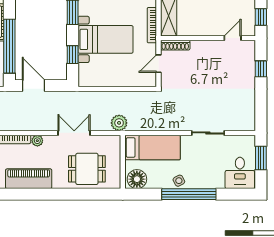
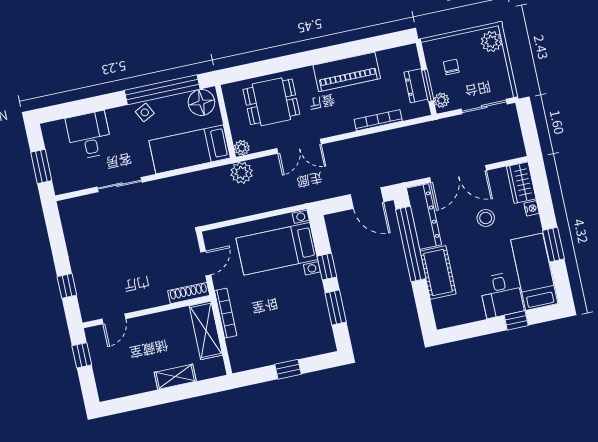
bed with nightstands: (106, 39) -> (277, 249), moved
window: (73, 55) -> (327, 267), moved
plant: (37, 141) -> (242, 148), moved
desk: (240, 173) -> (89, 135), moved
window: (189, 194) -> (162, 90), moved

